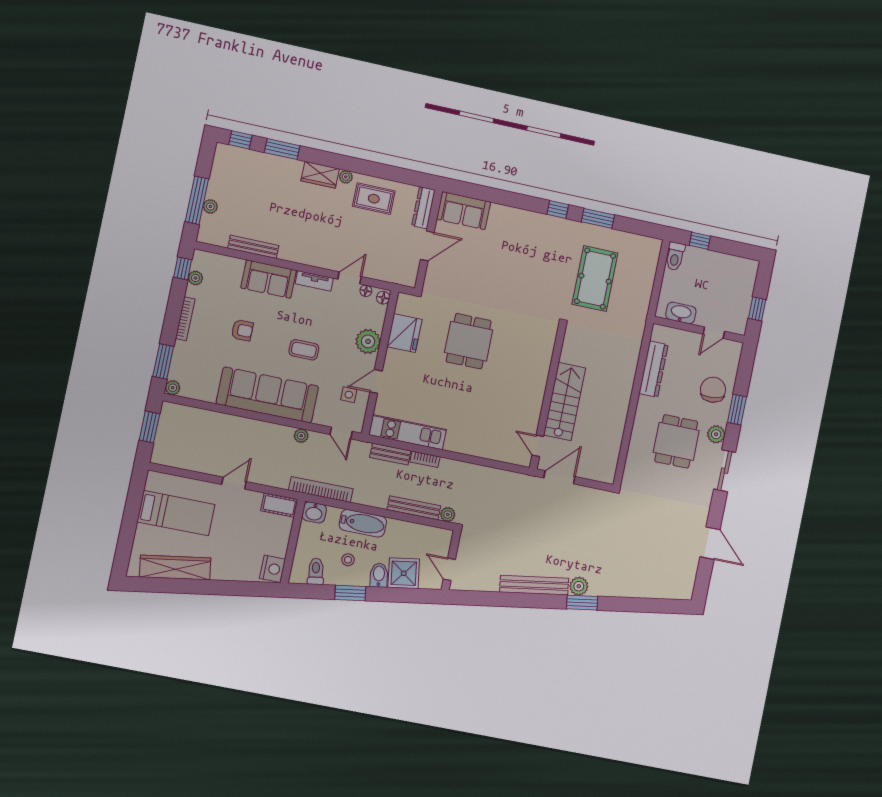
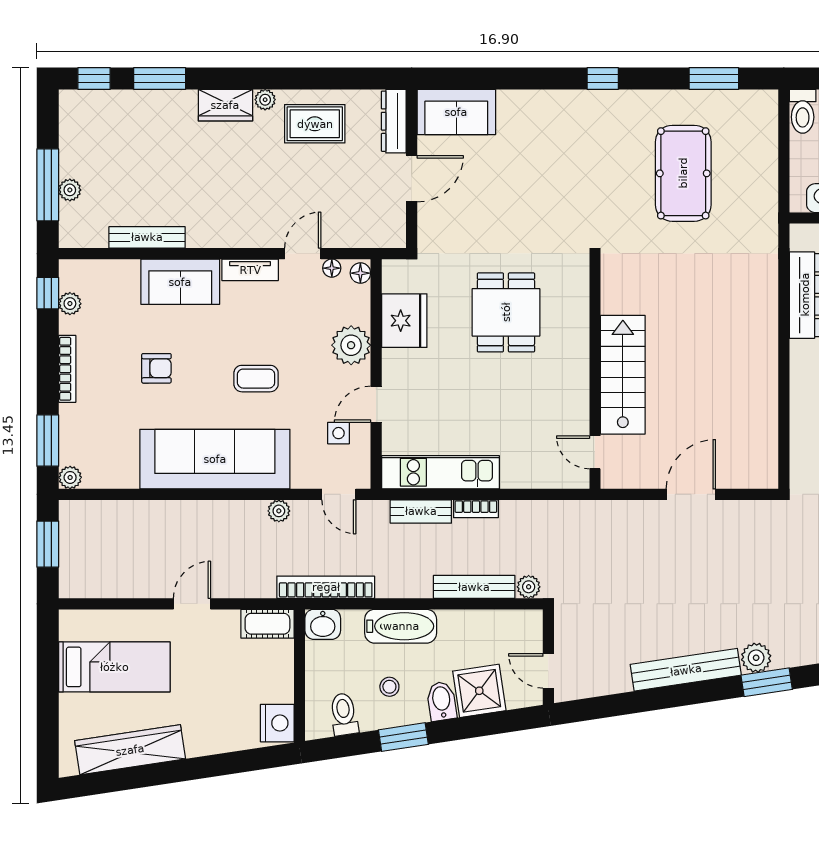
window: (598, 218) -> (714, 78), moved
wall: (548, 397) -> (595, 374), moved
stairs: (565, 401) -> (623, 375), moved
door: (538, 446) -> (595, 452), moved

